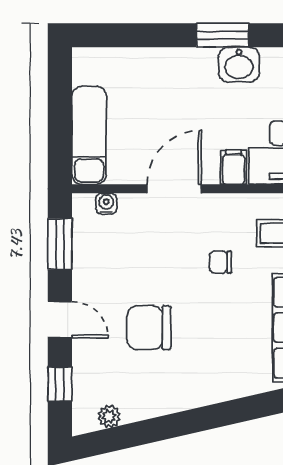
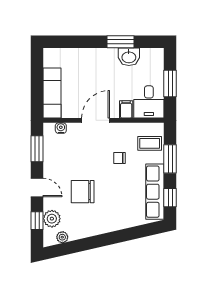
plant: (89, 380) -> (52, 219), added

